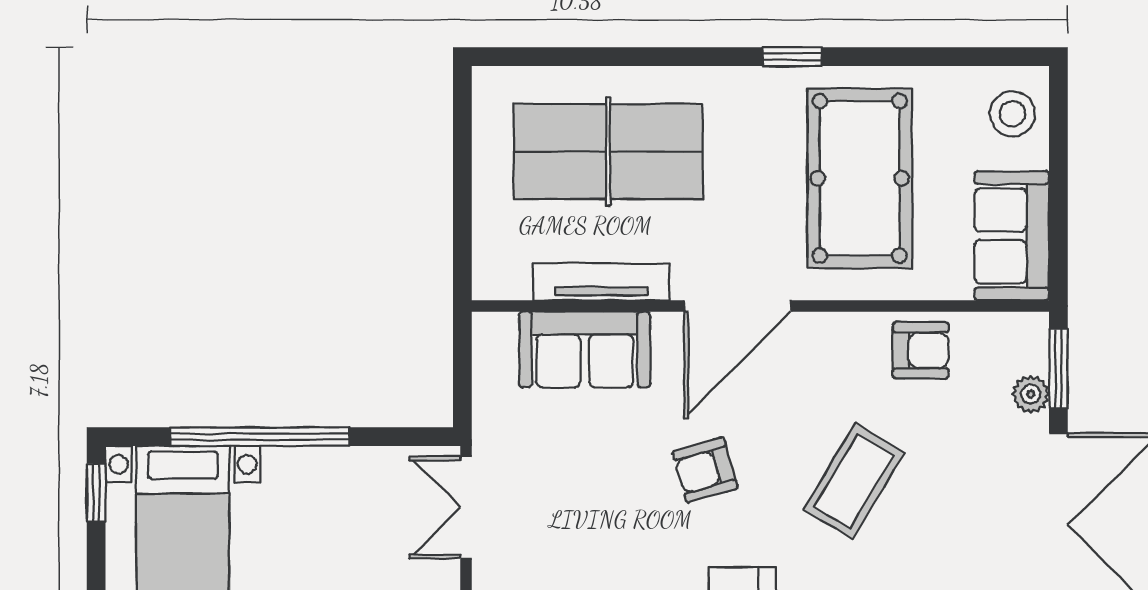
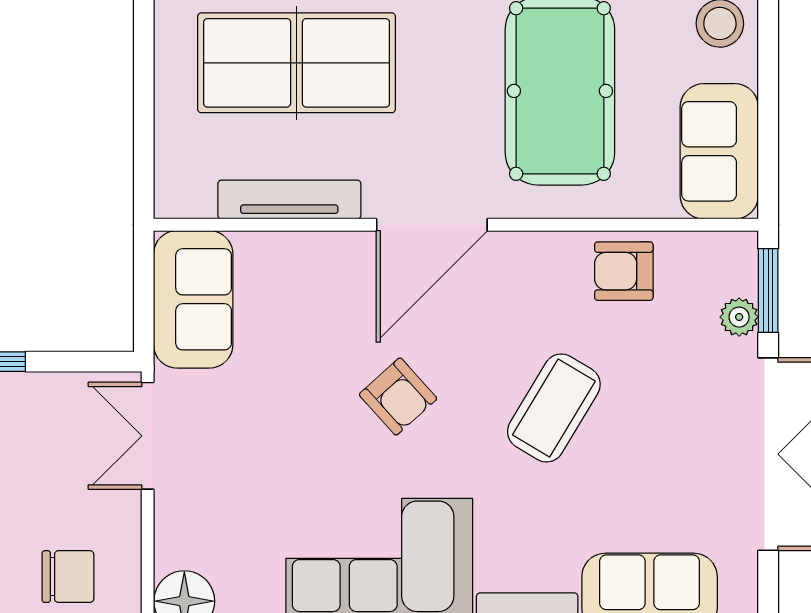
sofa: (585, 350) -> (193, 299), moved, turned -90
armchair: (921, 350) -> (624, 271), turned 180
armchair: (705, 470) -> (398, 397), turned -116

